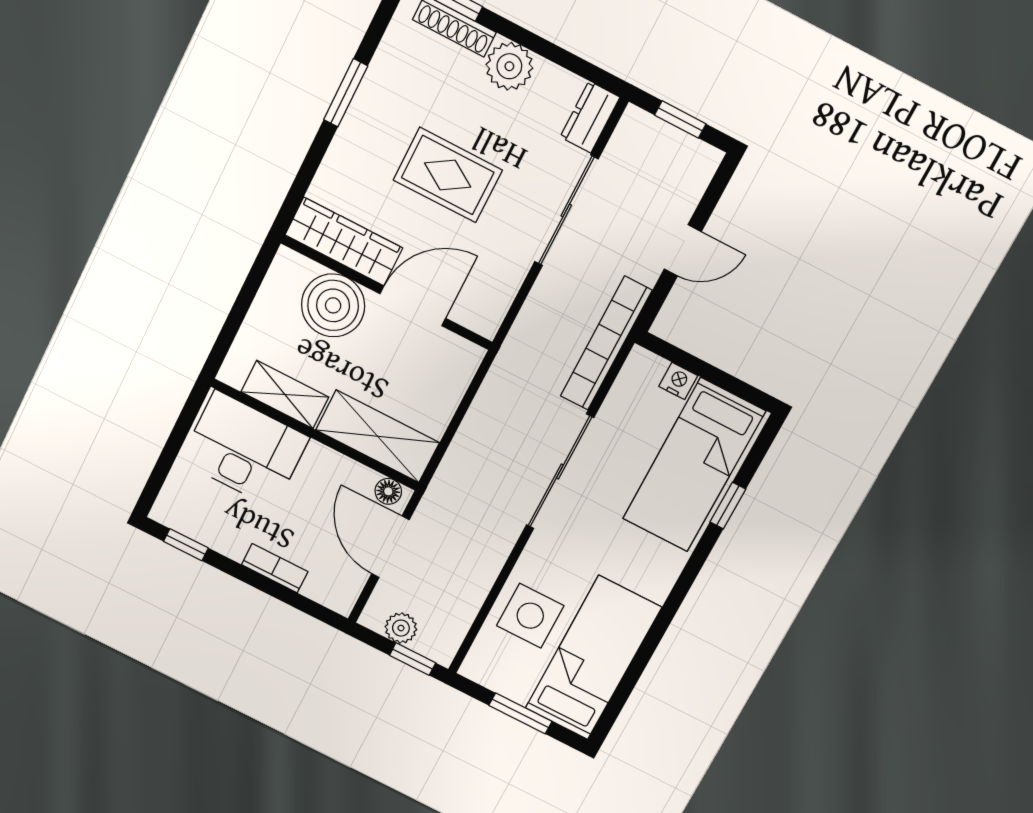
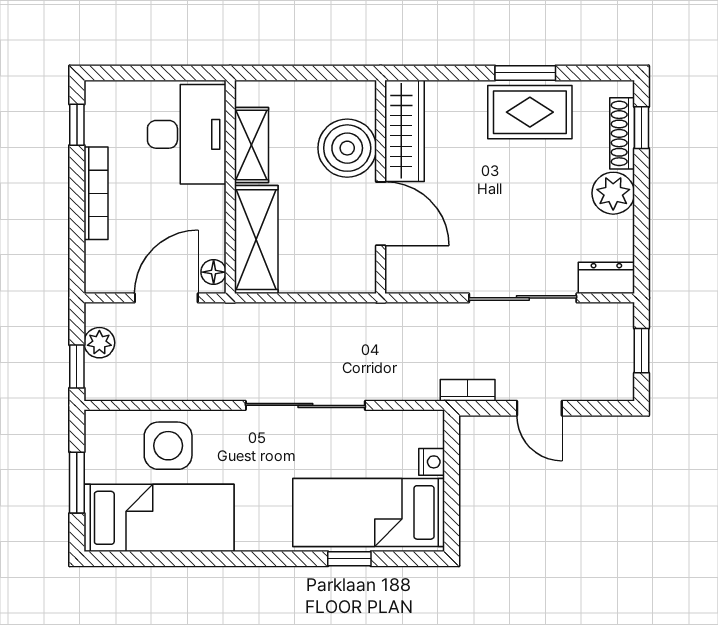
rug: (448, 175) -> (530, 112), moved, turned 90
bookcase: (606, 343) -> (468, 390), width x0.43, depth x0.76
bookcase: (275, 568) -> (96, 193), width x1.56

